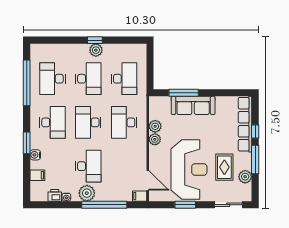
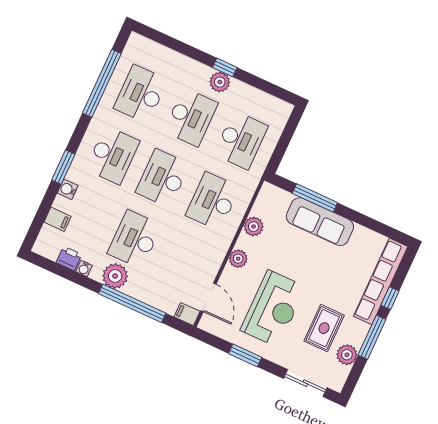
plant: (155, 139) -> (238, 259), moved
desk: (88, 166) -> (135, 239), turned 180
reception desk: (189, 169) -> (273, 309), width x0.74, depth x0.77

